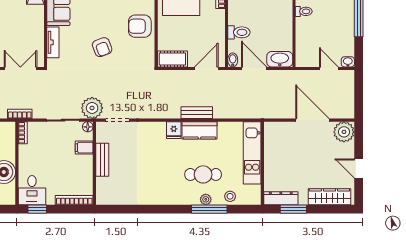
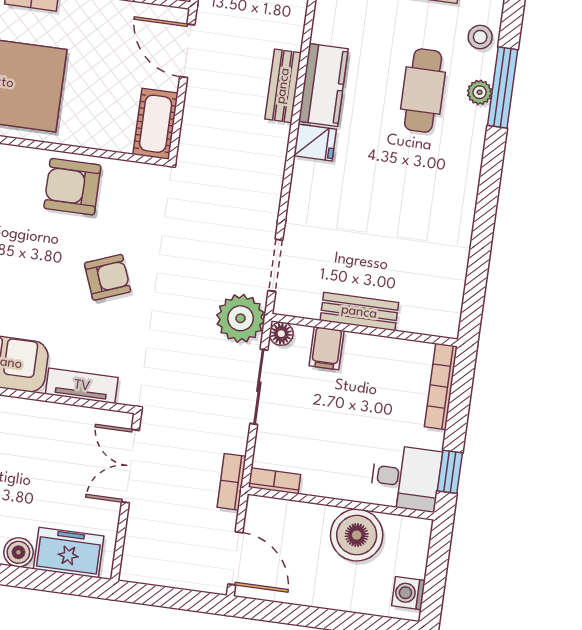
armchair: (140, 26) -> (72, 187), turned 90

